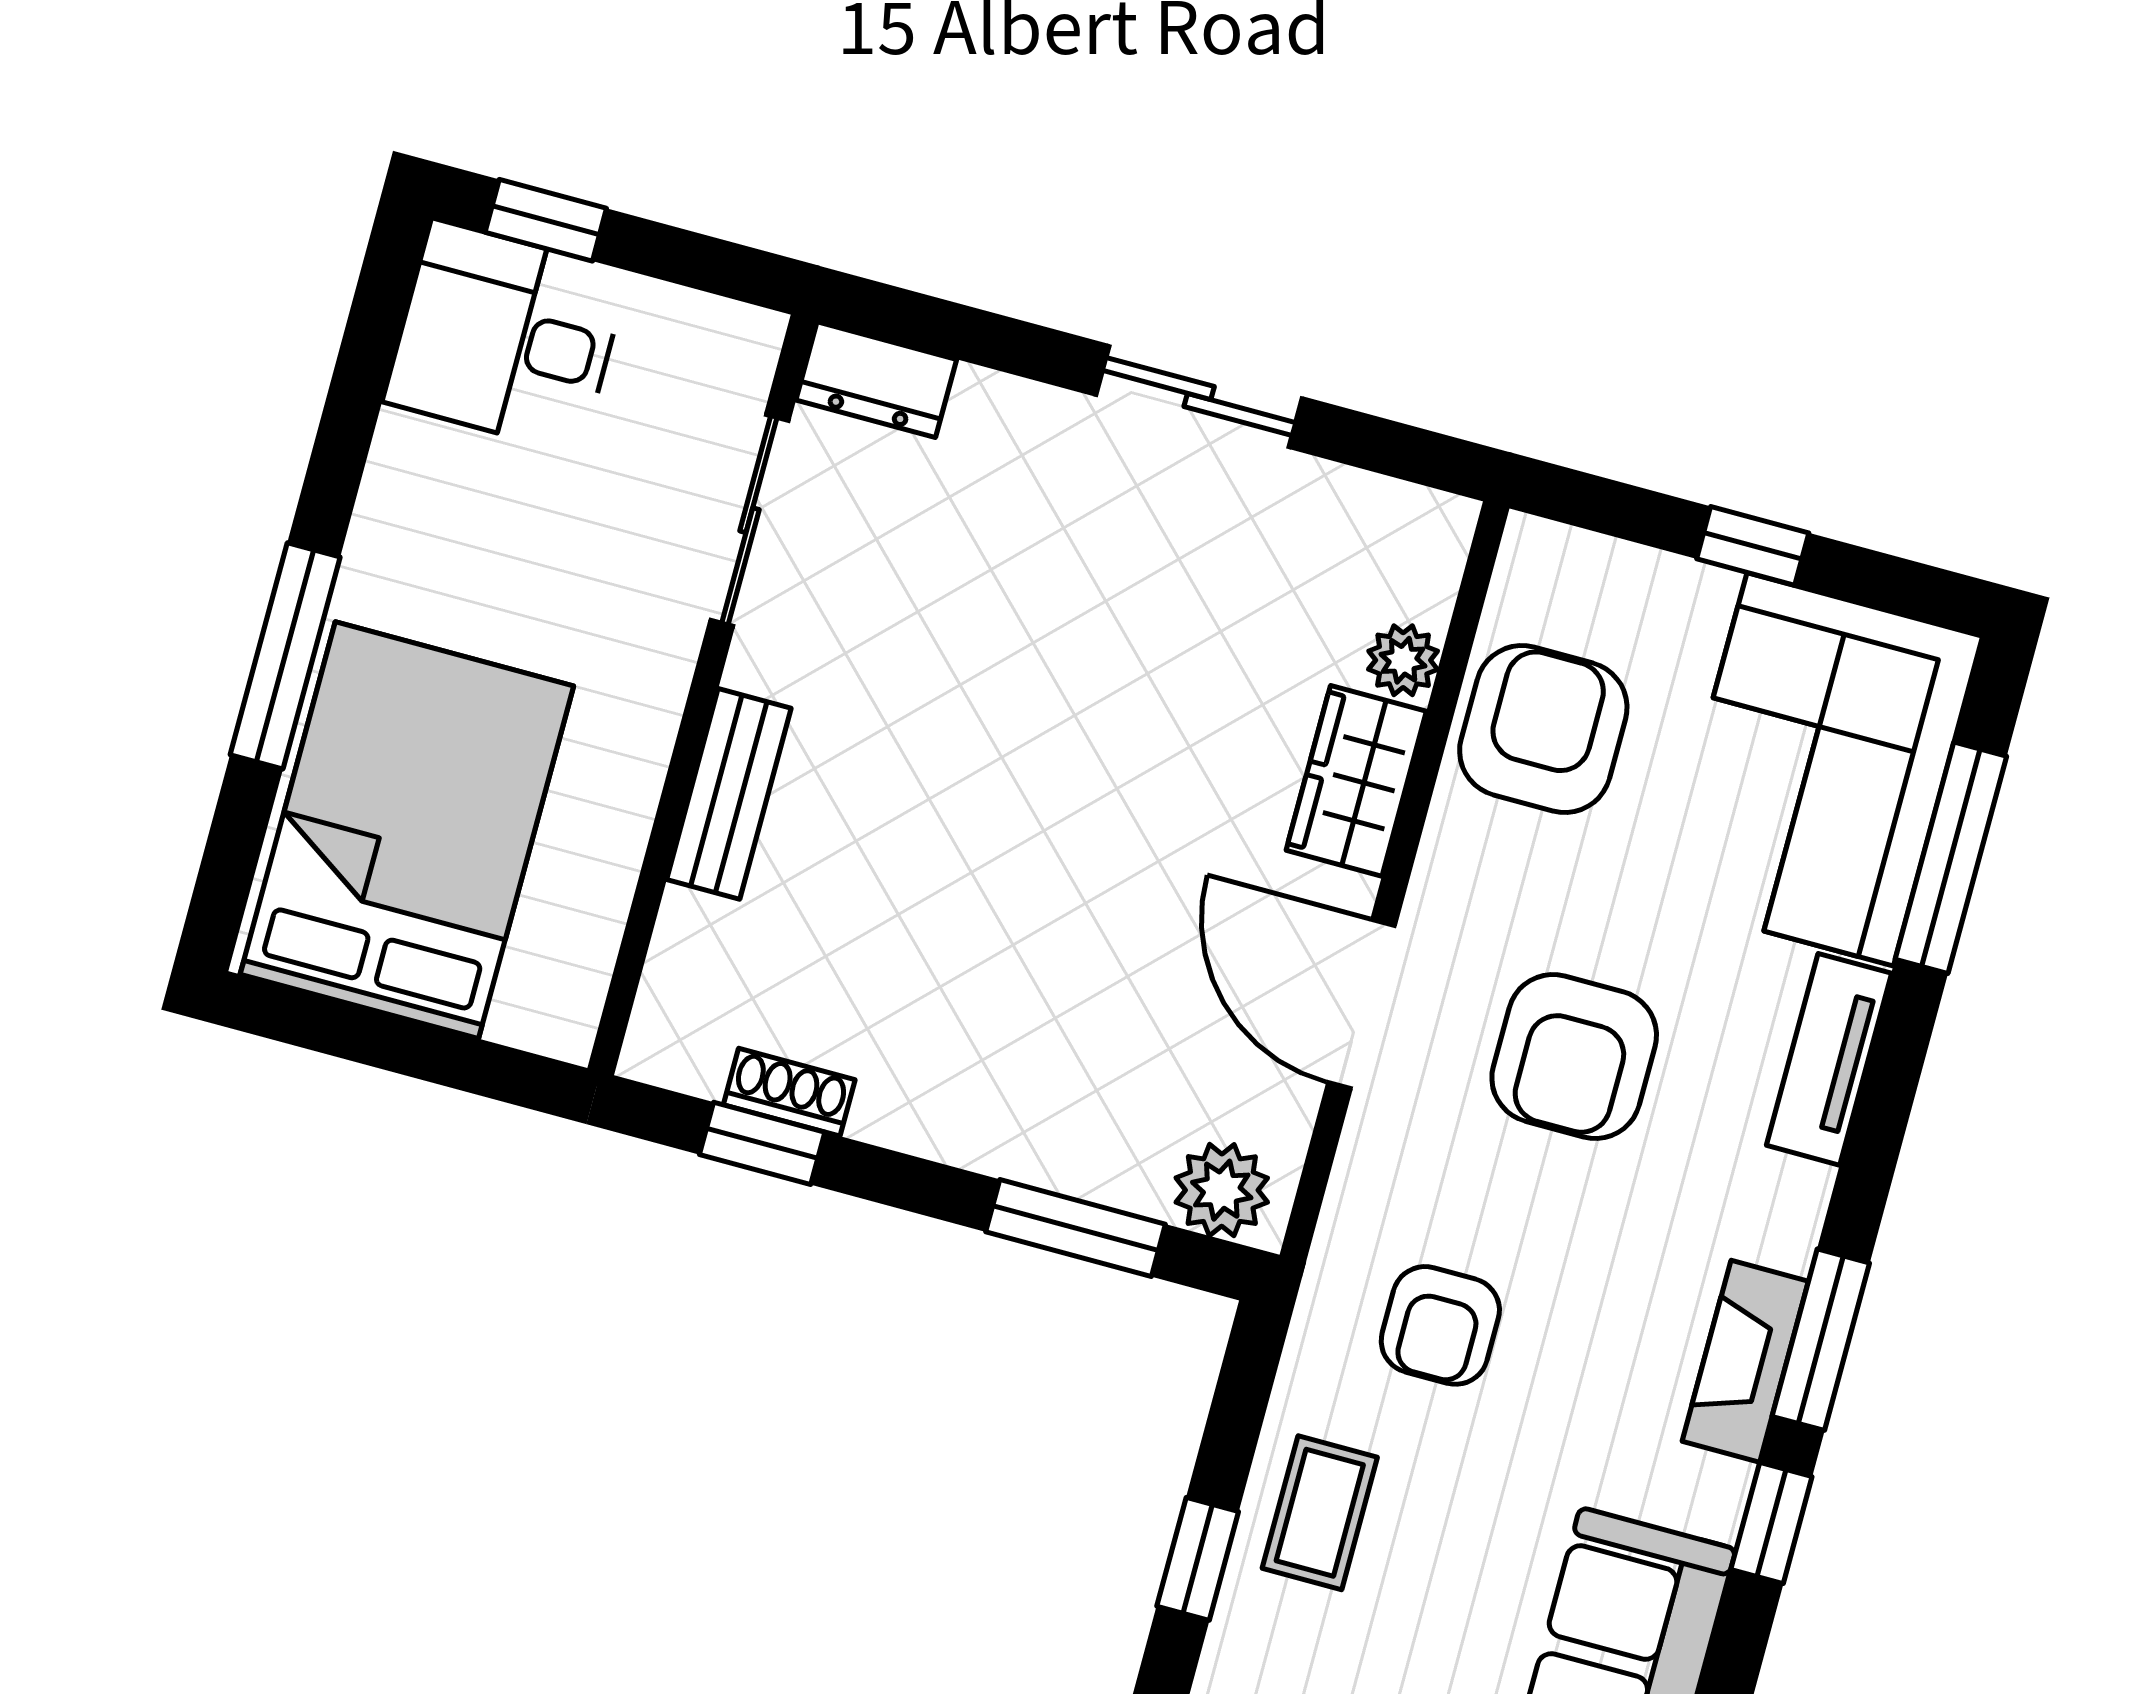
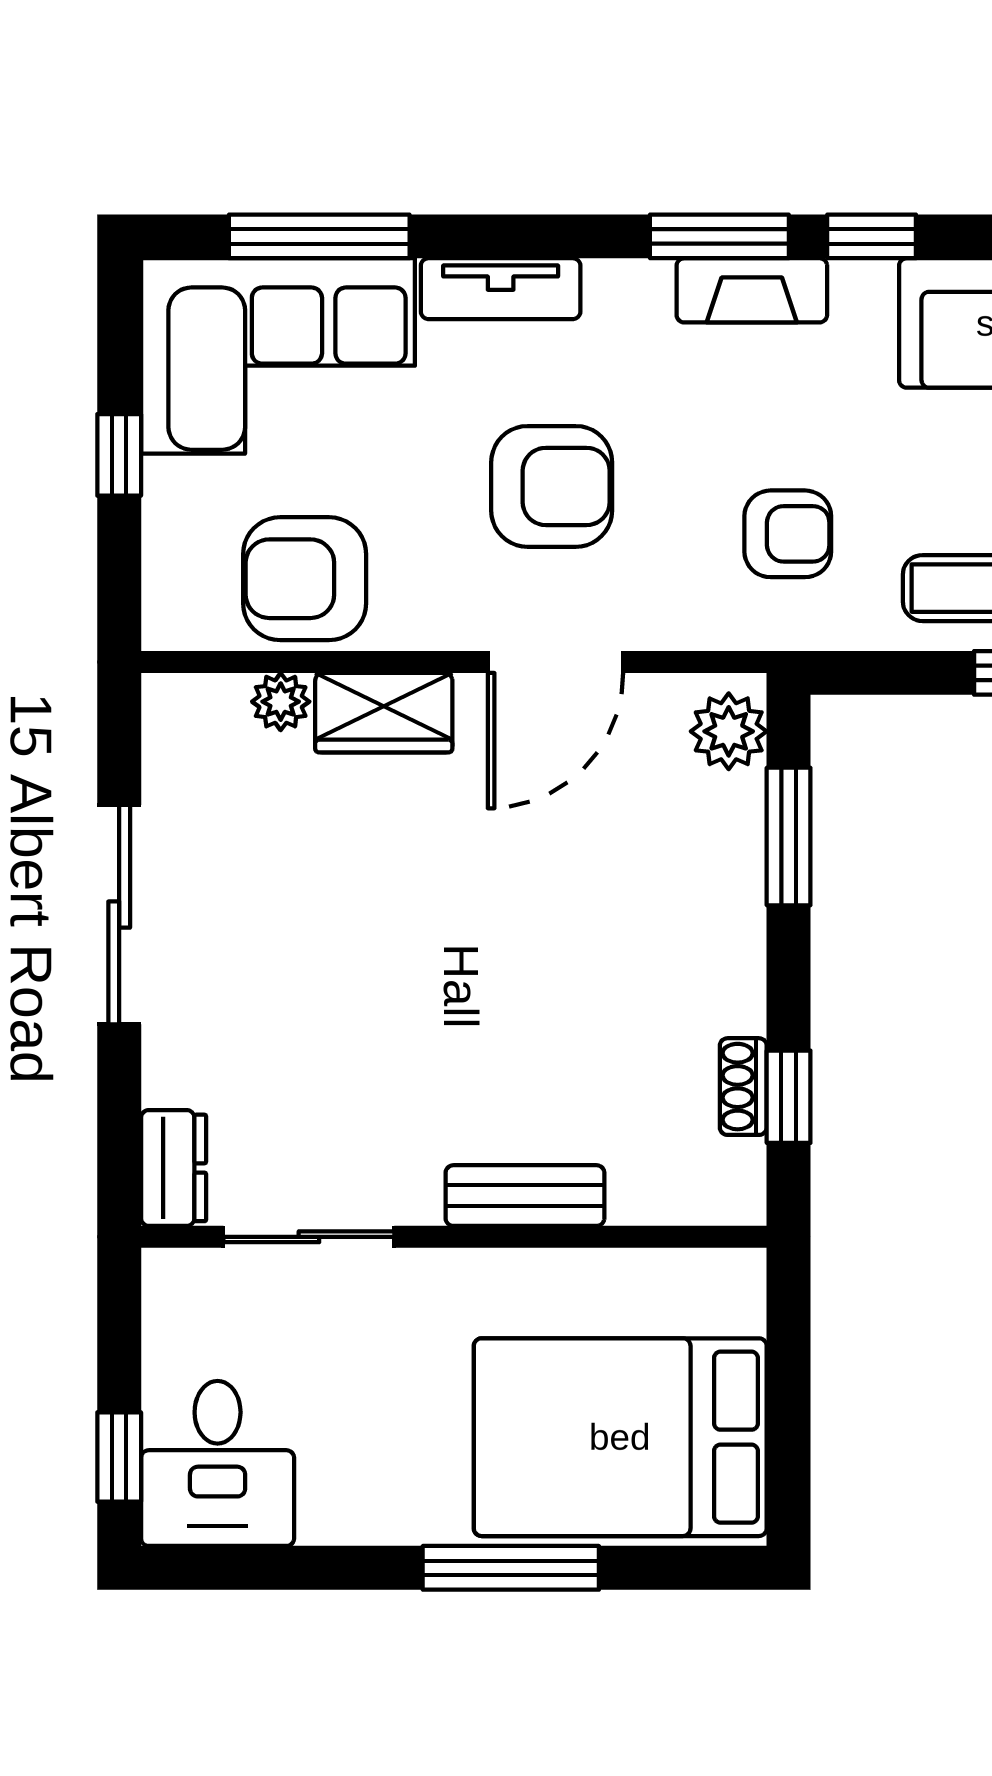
sliding door: (1199, 397) -> (119, 915), width x1.37

